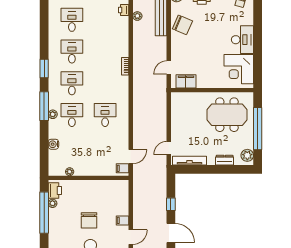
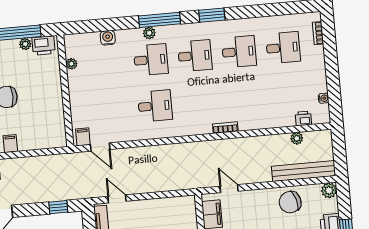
chair: (182, 25) -> (290, 202), turned 51
window: (171, 204) -> (58, 207), moved

